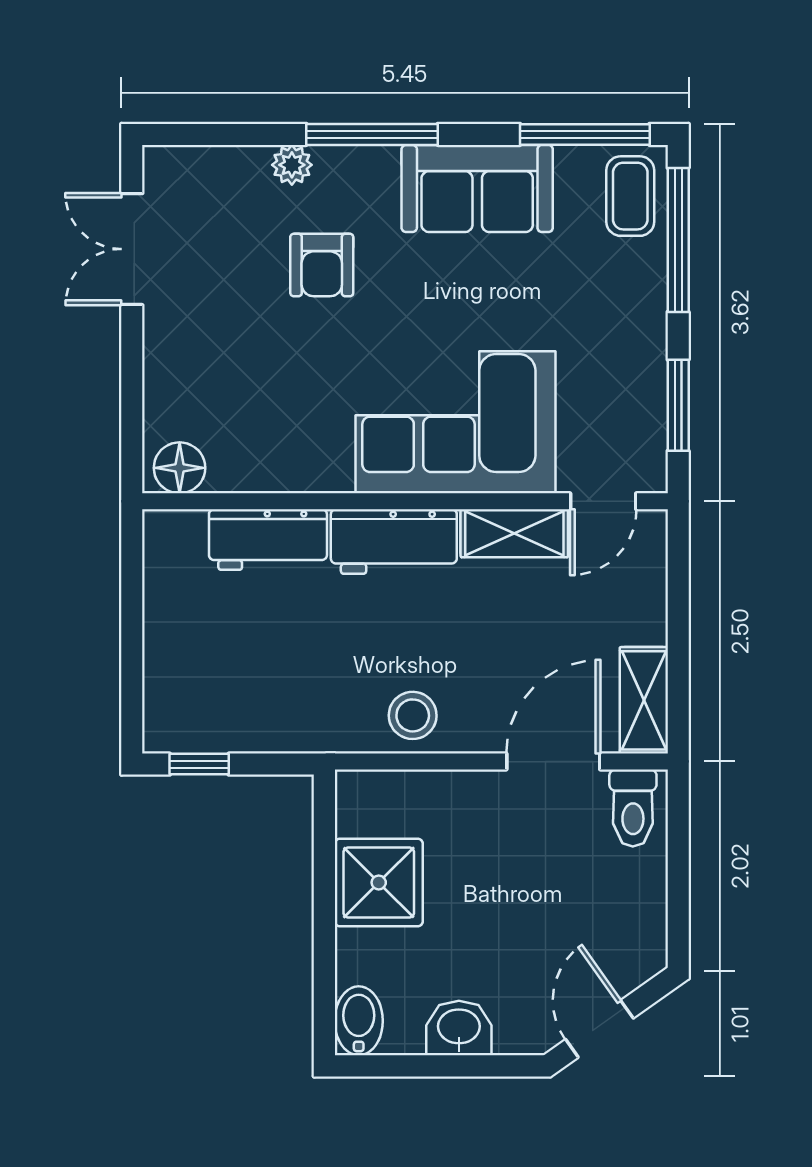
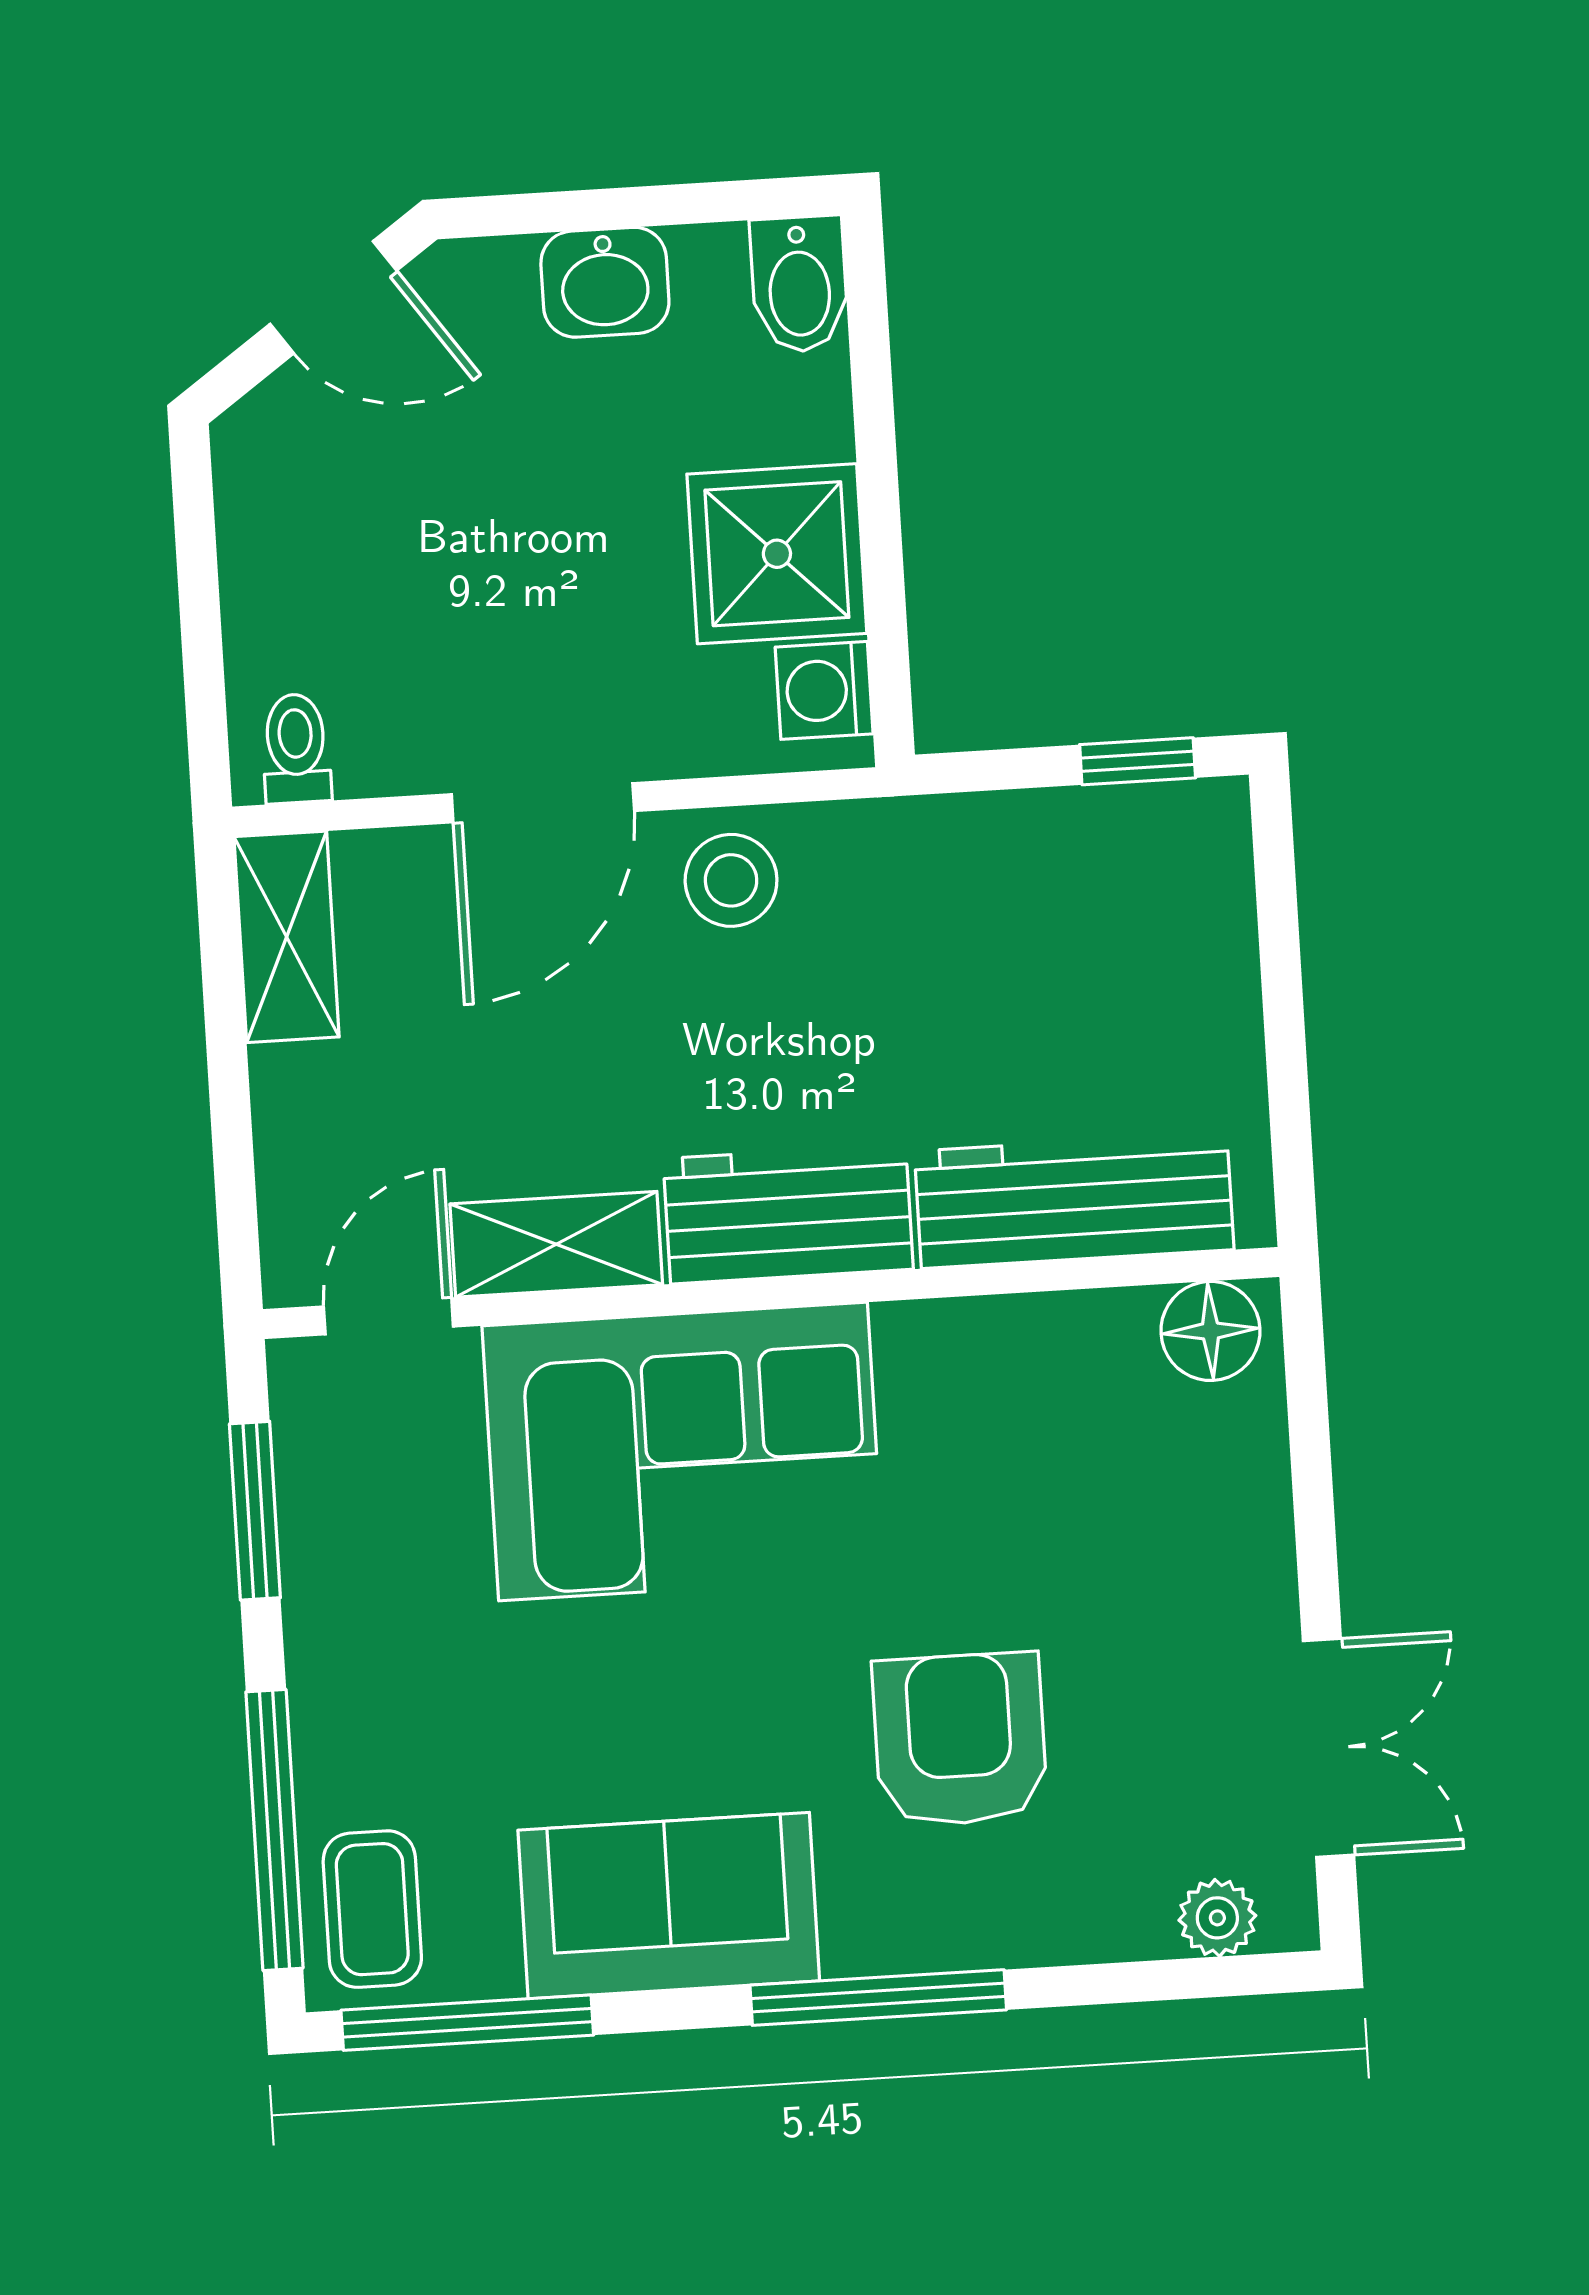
plant: (292, 165) -> (1217, 1918), moved
armchair: (322, 265) -> (960, 1739), width x1.38, depth x1.38
workbench: (268, 540) -> (1074, 1200), width x1.38
door: (553, 761) -> (543, 803), moved
toilet: (633, 808) -> (296, 749), width x0.73, depth x0.72
washing machine: (359, 810) -> (824, 690), added
door: (599, 1029) -> (333, 297), hinge flipped

